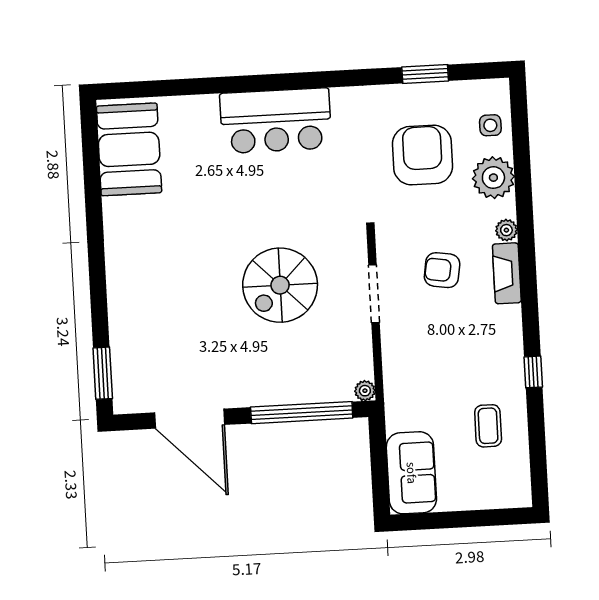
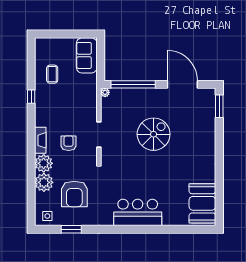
side table: (490, 125) -> (47, 216), moved
plant: (506, 230) -> (44, 163), width x1.87, depth x1.87
armchair: (442, 270) -> (69, 143), turned -99
spiral stairs: (280, 285) -> (154, 134), moved

